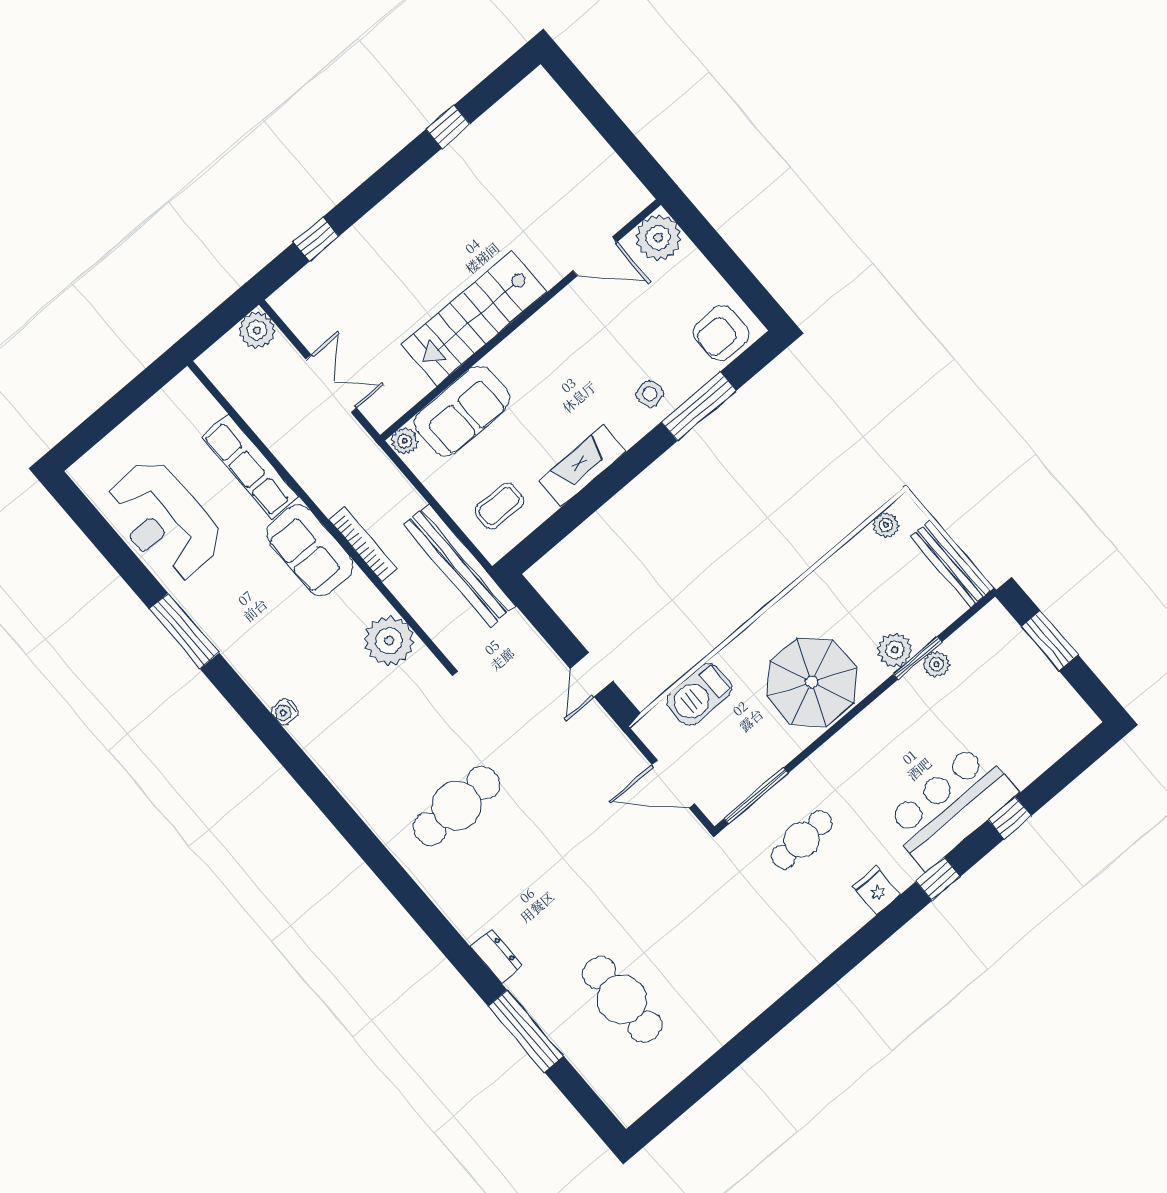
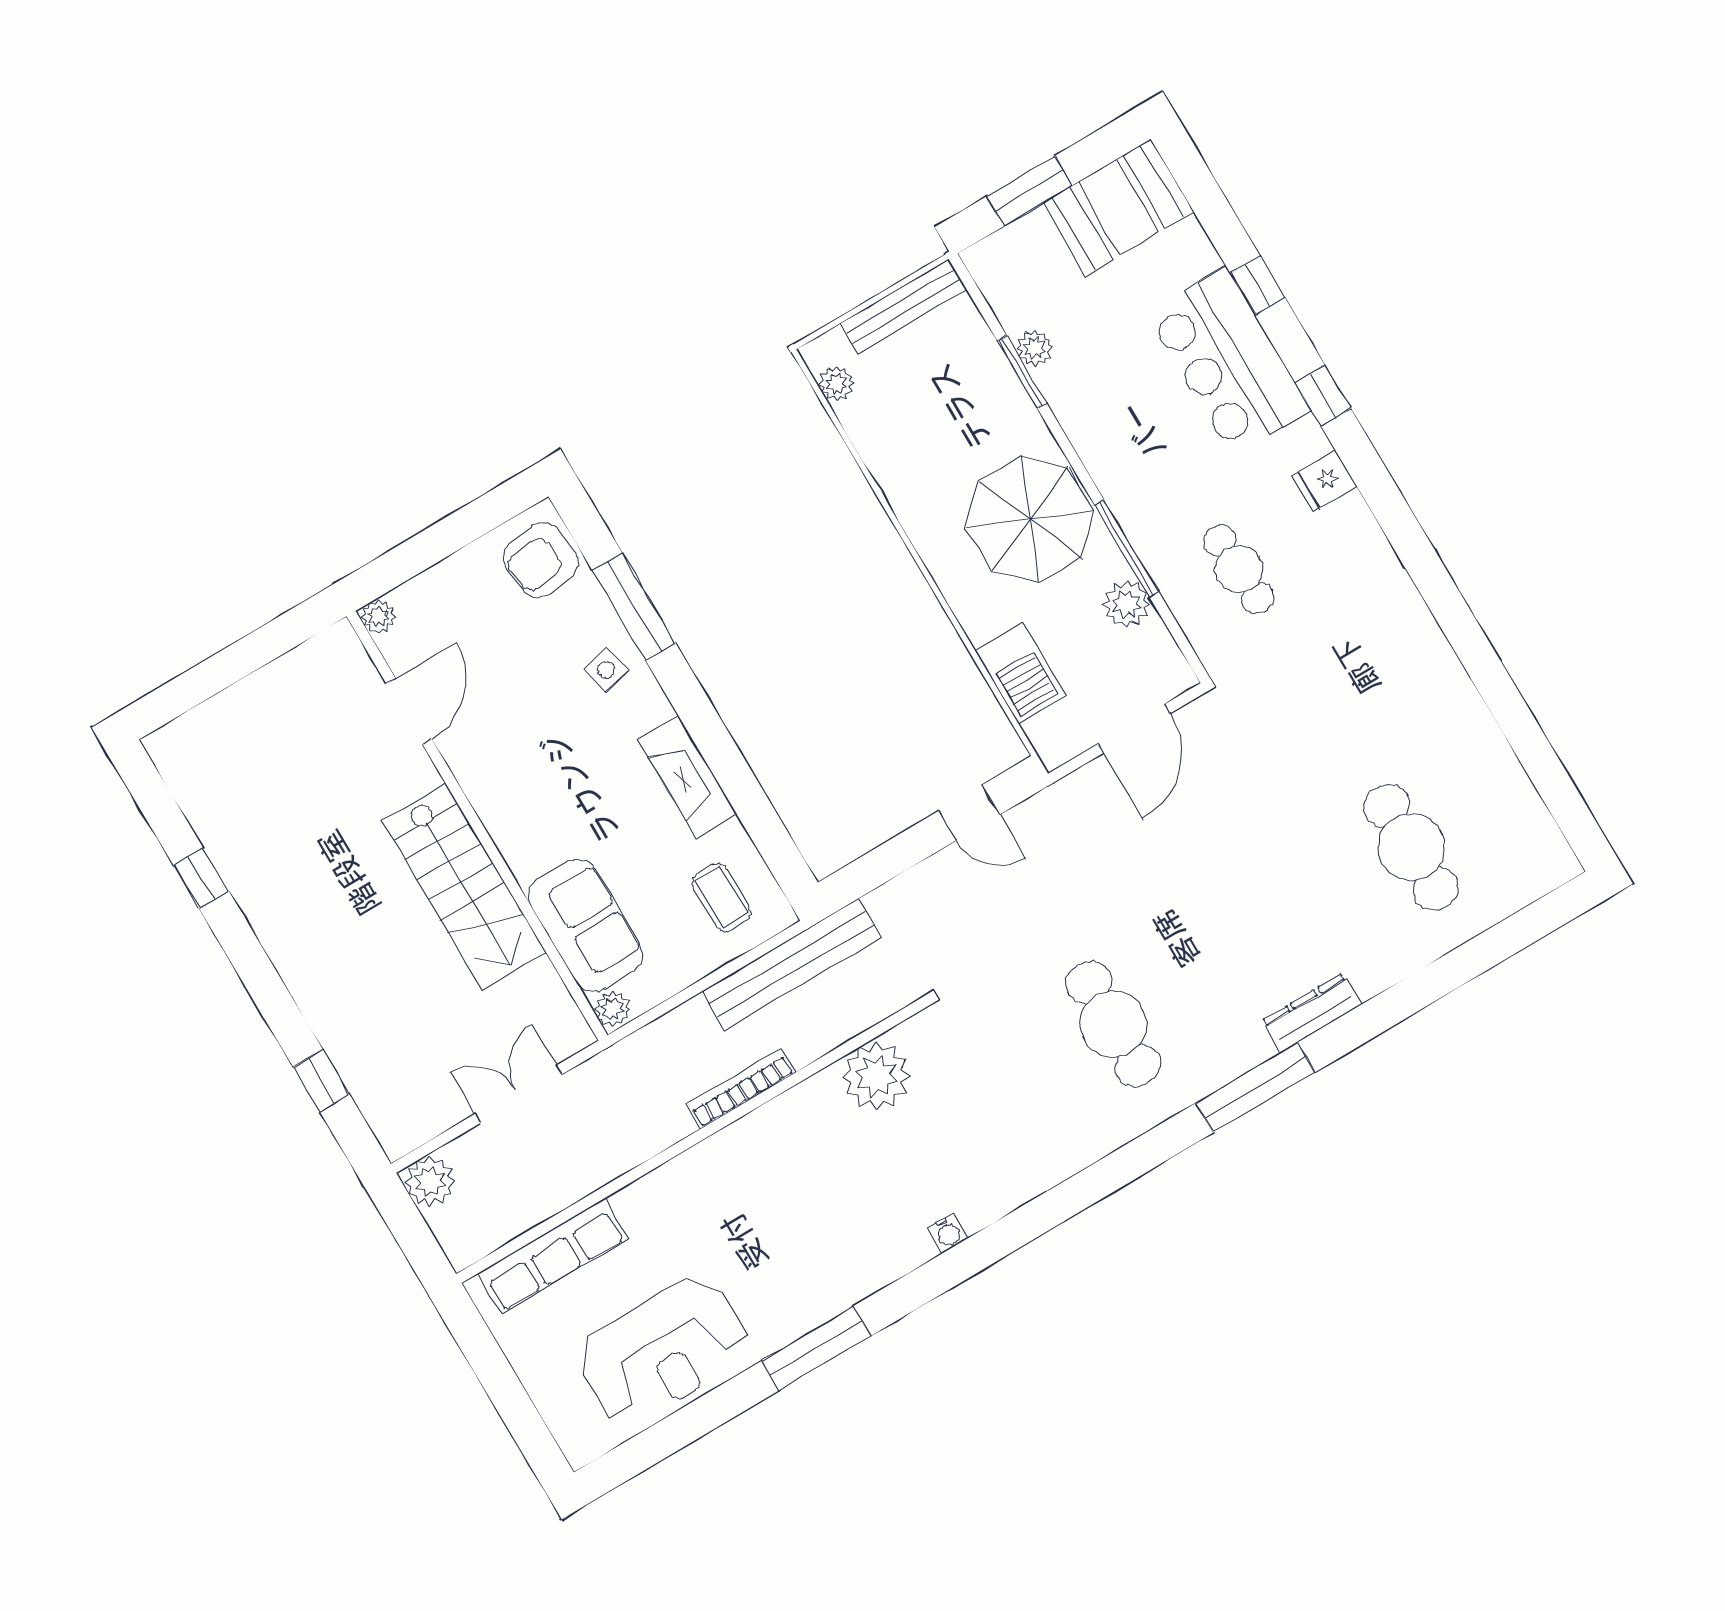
plant: (658, 238) -> (378, 617), width x0.53, depth x0.53
armchair: (721, 333) -> (541, 560), turned 83
row of seats: (250, 467) -> (553, 1256), moved
sofa: (310, 550) -> (737, 1161), removed
plant: (895, 650) -> (1127, 604), moved
booth: (1049, 707) -> (1118, 207), added
window: (756, 796) -> (1127, 549), moved
dresser: (496, 956) -> (1312, 1013), width x1.44
cafe table: (622, 999) -> (1411, 847), turned 90
window: (526, 1031) -> (1255, 1088), moved

